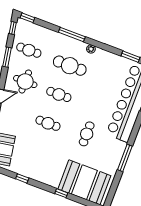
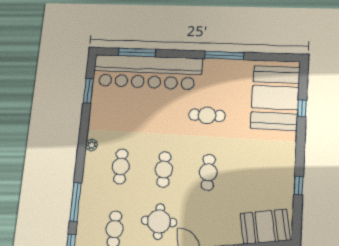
window: (72, 34) -> (76, 202), moved
cafe table: (70, 66) -> (121, 166), width x0.73, depth x0.74
window: (61, 193) -> (302, 108), moved

